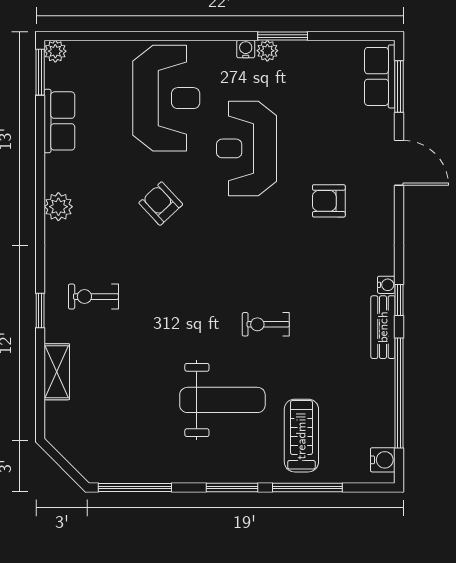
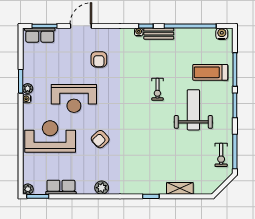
exercise bike: (93, 297) -> (221, 155), moved

